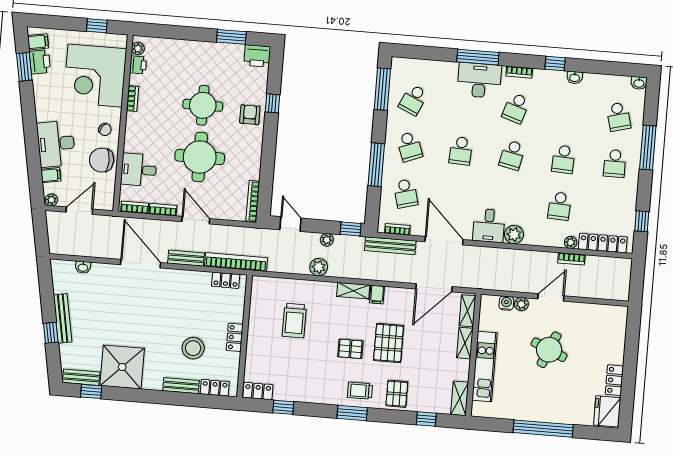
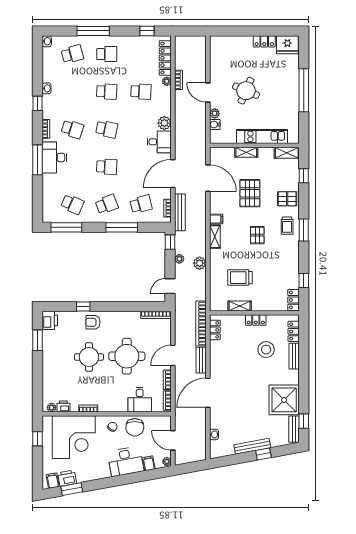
shelving: (467, 311) -> (240, 306), moved
trolley: (294, 321) -> (240, 278), turned 180
pallet: (389, 343) -> (250, 193), moved, turned 90

